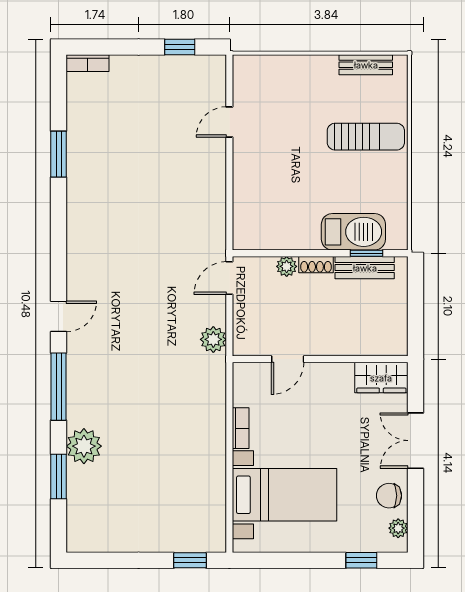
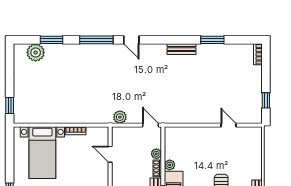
bench: (77, 216) -> (182, 49), added
plant: (309, 240) -> (170, 165), added
plant: (84, 446) -> (36, 52), moved

